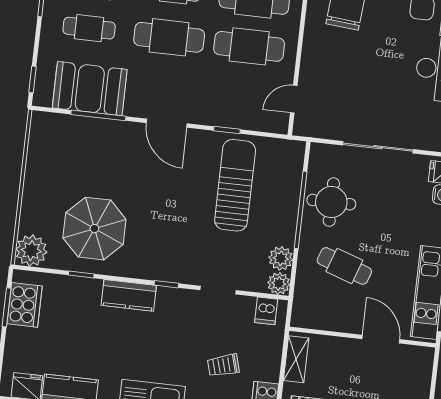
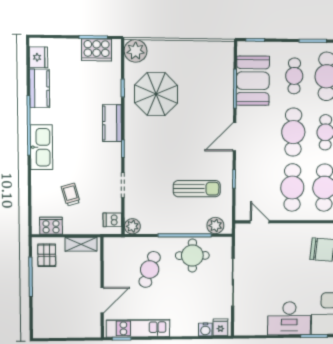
sun lounger: (235, 185) -> (197, 189), width x0.73, depth x0.75
plant: (281, 258) -> (215, 226), moved

